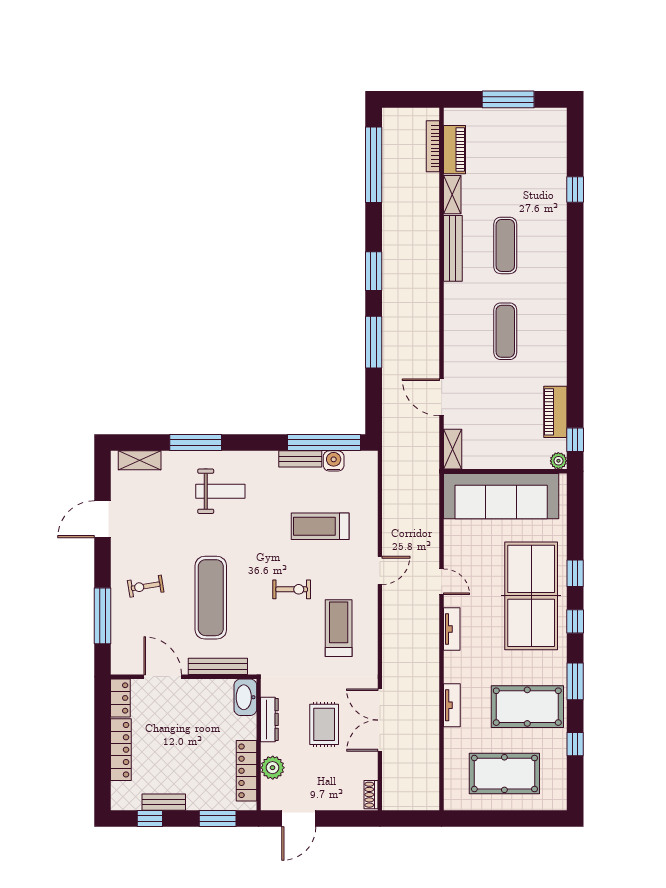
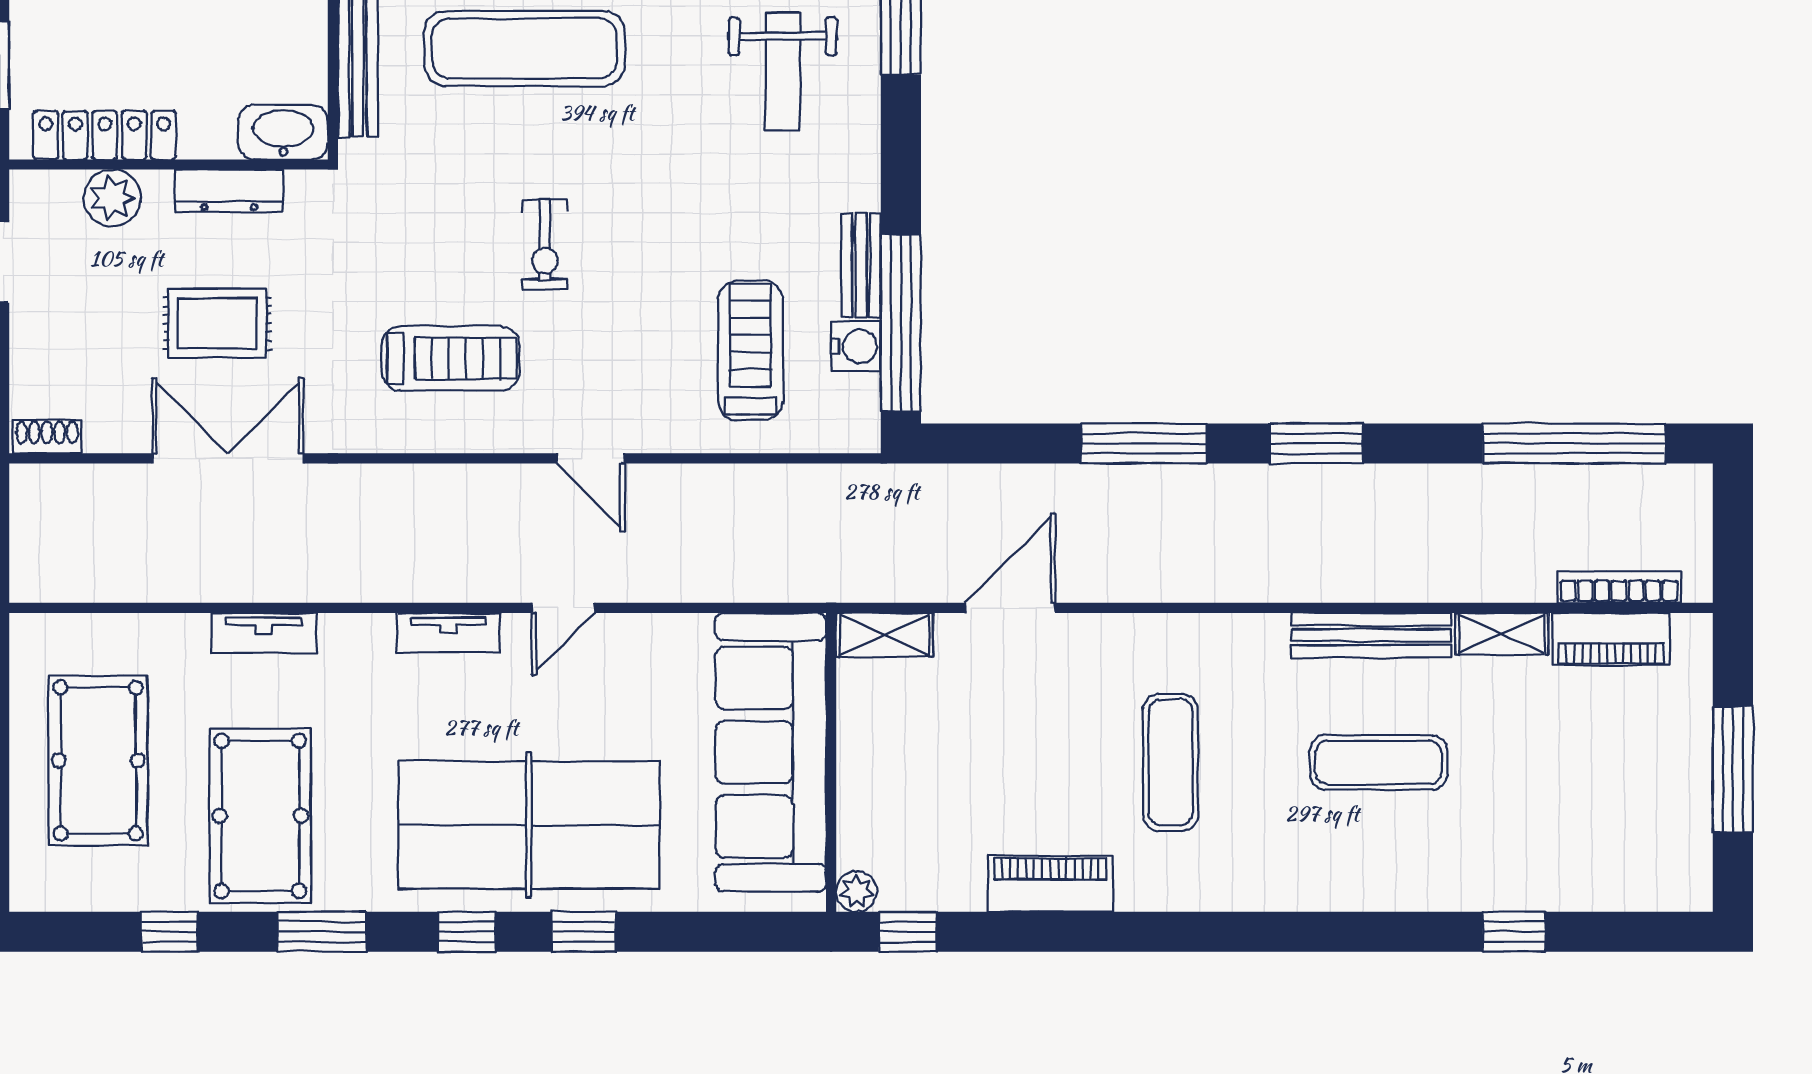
exercise mat: (505, 331) -> (1171, 762), turned 90
piano: (555, 412) -> (1050, 884), moved
treadmill: (320, 526) -> (750, 350), moved

